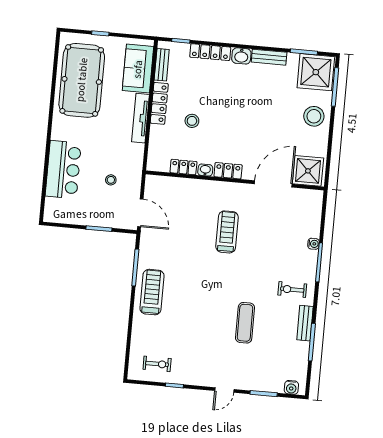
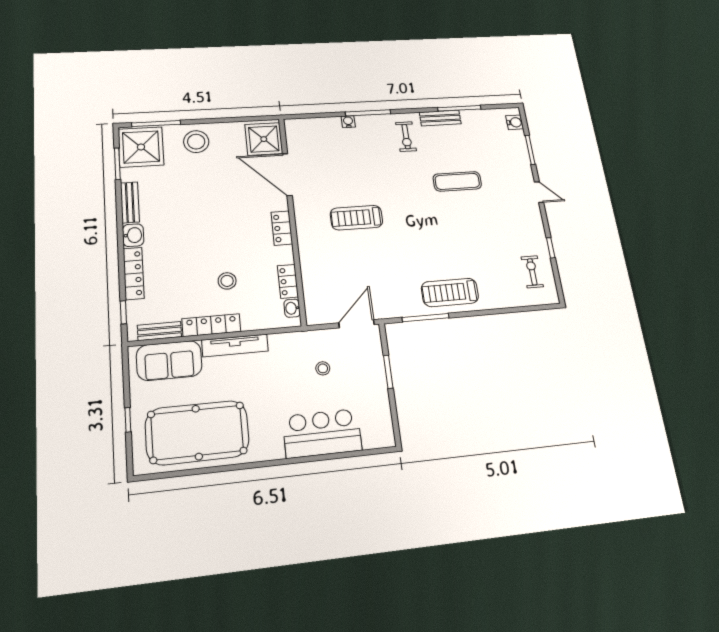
washbasin: (205, 170) -> (292, 308), moved

